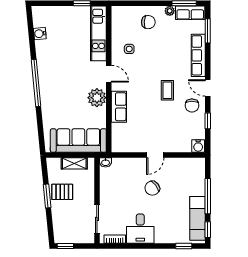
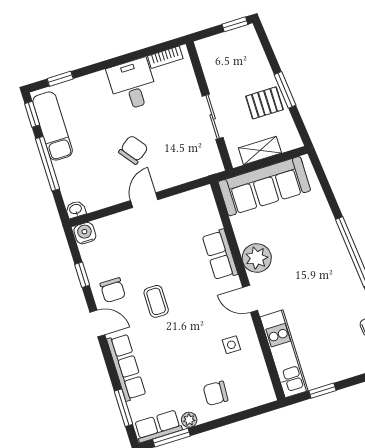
chair: (192, 106) -> (113, 290), turned 180
washbasin: (106, 162) -> (76, 209), moved
sliding door: (97, 219) -> (213, 117), moved

